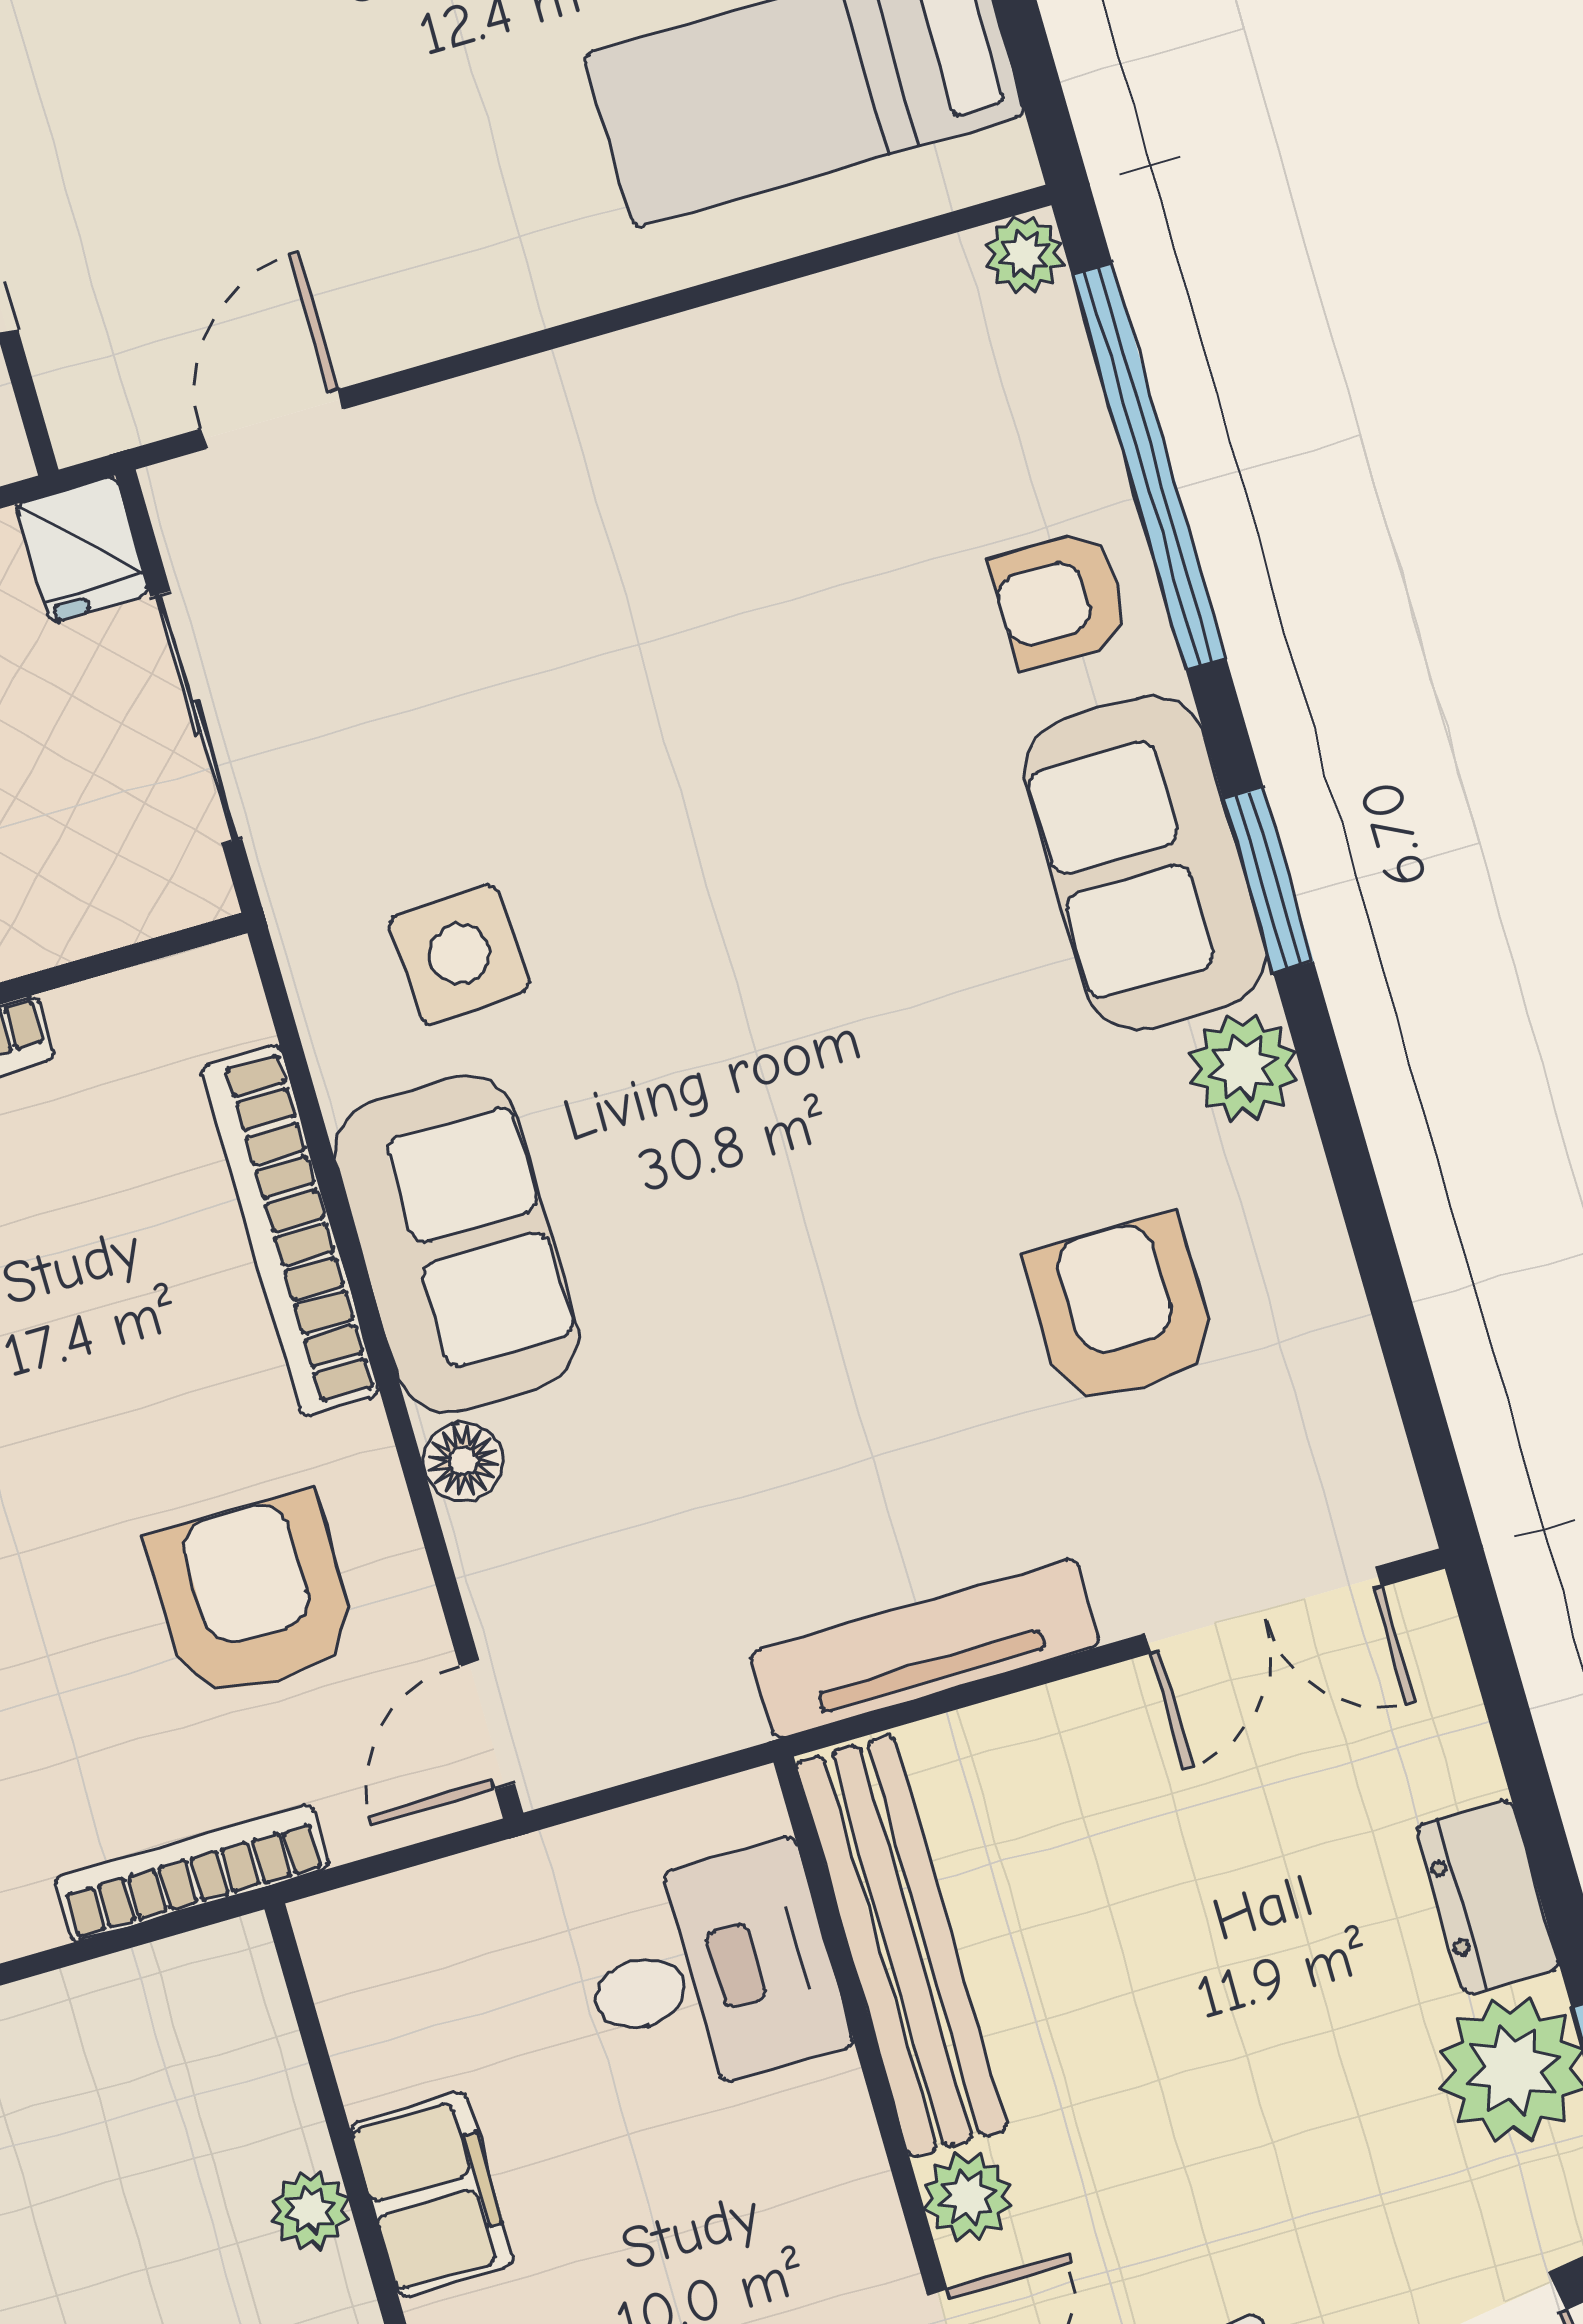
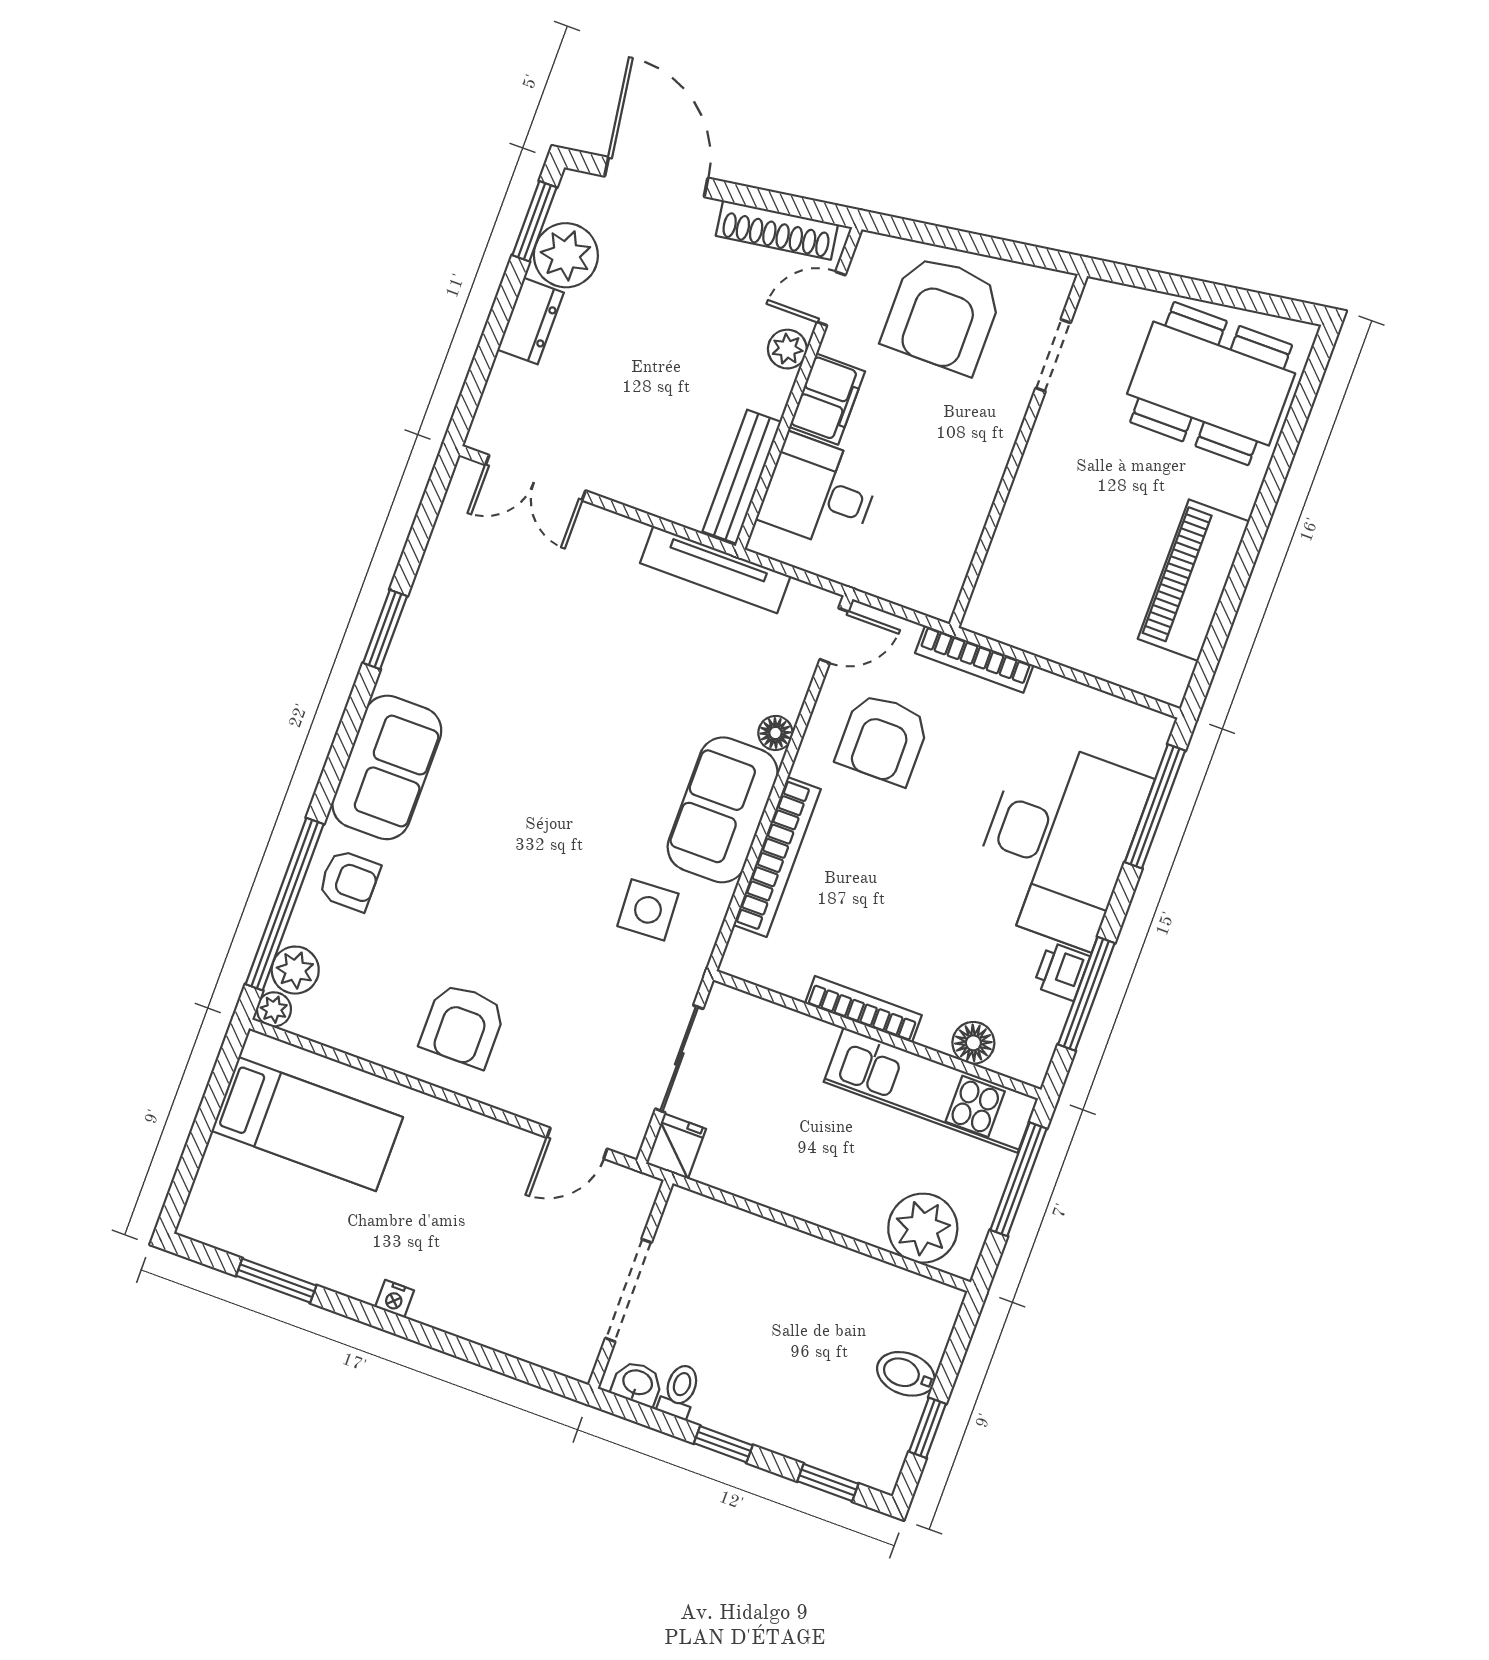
window: (1268, 880) -> (385, 629), moved
plant: (1243, 1067) -> (295, 970), moved
armchair: (1121, 1310) -> (463, 1025), moved
double door: (1263, 1610) -> (535, 478), swing flipped
tv unit: (925, 1649) -> (715, 570), moved
bench: (902, 1946) -> (742, 477), width x0.73, depth x0.82
filing cabinet: (432, 2194) -> (827, 399), moved, turned 180
plant: (310, 2210) -> (1019, 512), removed

